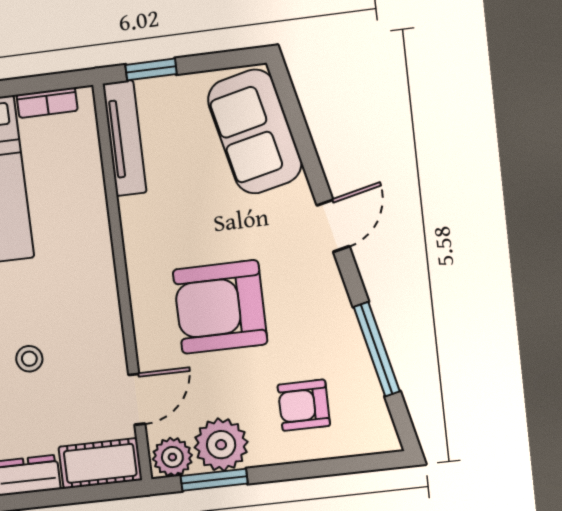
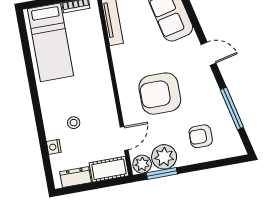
door: (333, 226) -> (209, 54), hinge flipped

